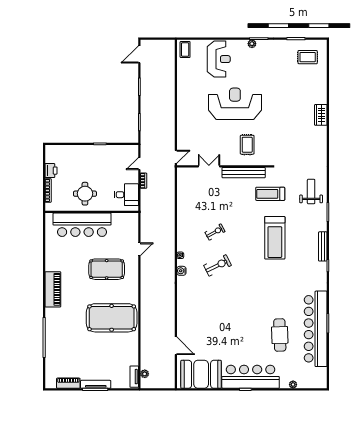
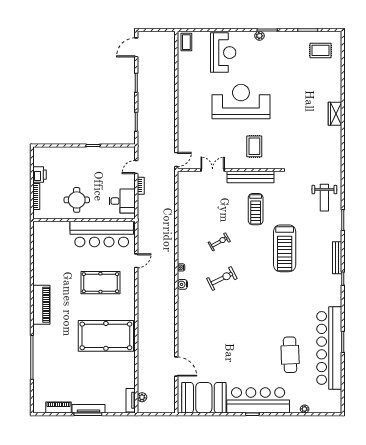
weight bench: (311, 192) -> (324, 198), turned 180
treadmill: (270, 194) -> (256, 209), moved, turned -90
bar counter: (82, 225) -> (102, 234), moved

